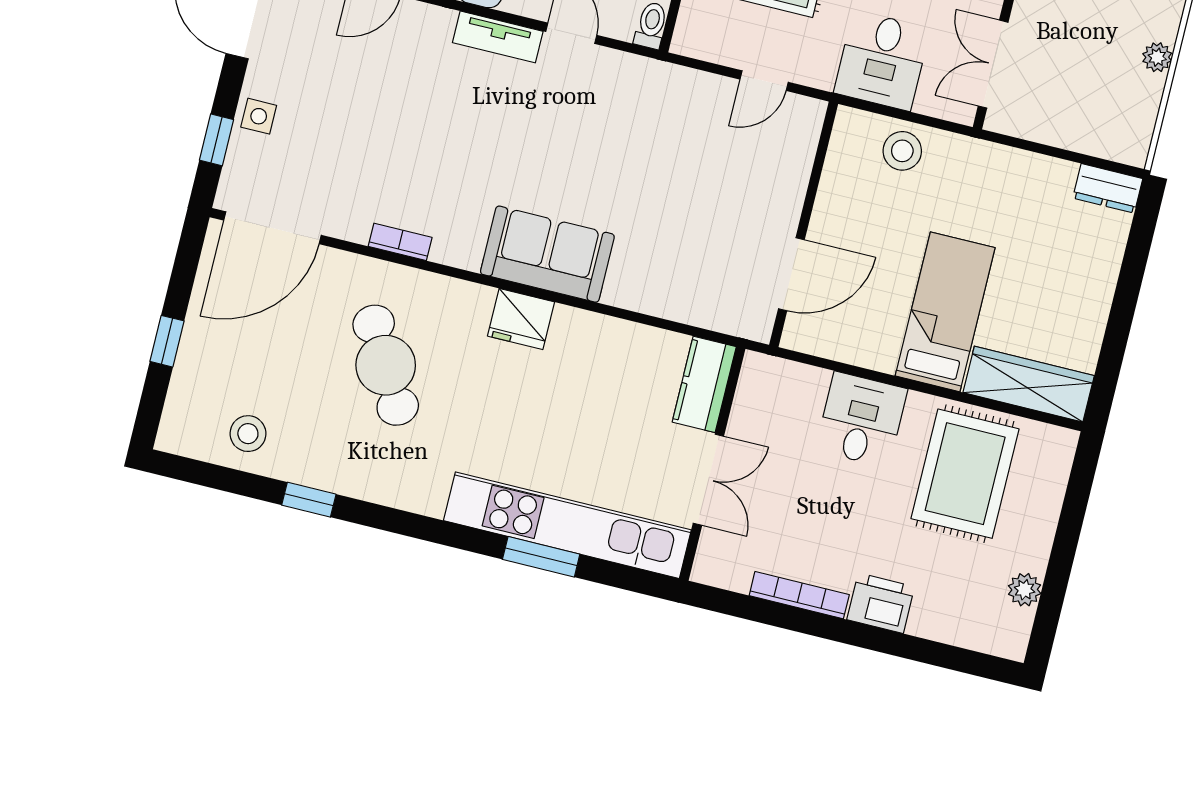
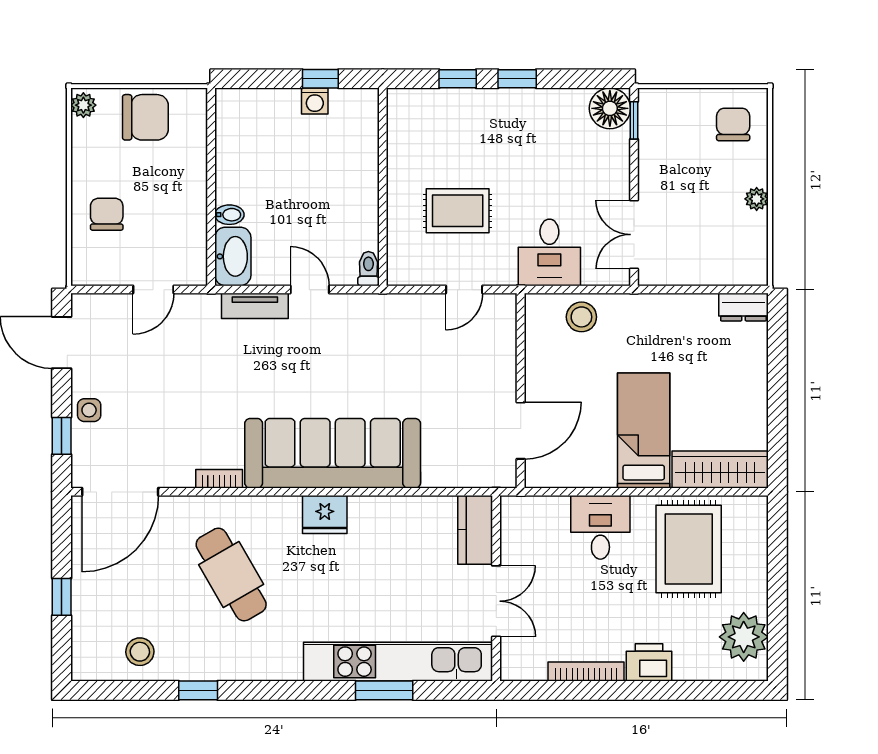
sofa: (547, 254) -> (333, 453), width x1.85, depth x1.27
plant: (1025, 590) -> (744, 637), width x1.88, depth x1.88

